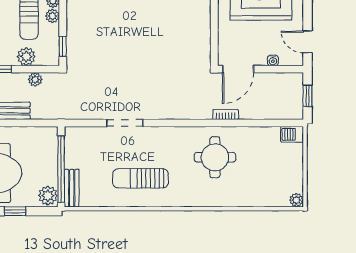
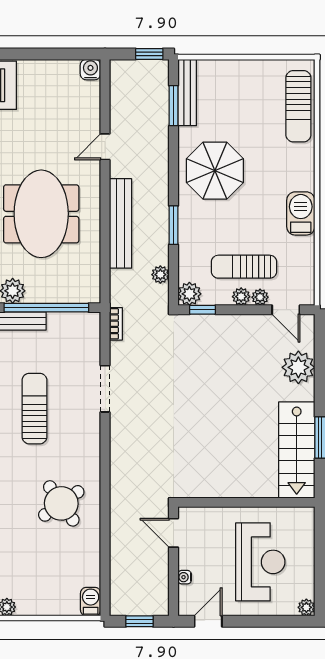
plant: (26, 57) -> (189, 294), moved
door: (238, 69) -> (174, 533), width x0.73
bookcase: (226, 114) -> (116, 324), moved
round table: (215, 157) -> (61, 503), turned -35

